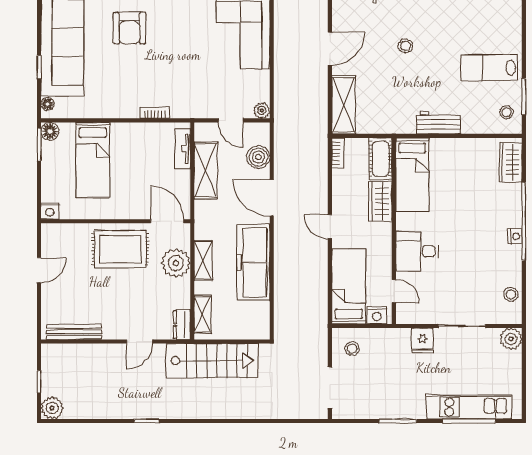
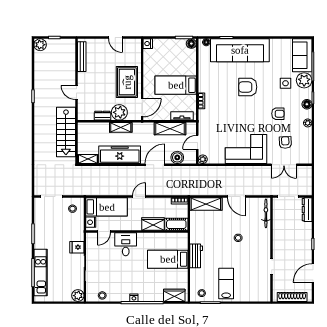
bed: (93, 160) -> (176, 85), moved
bed: (412, 175) -> (168, 259), moved
shelving: (203, 314) -> (88, 159), moved
dresser: (182, 325) -> (102, 116), moved

